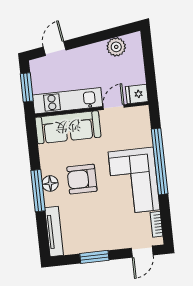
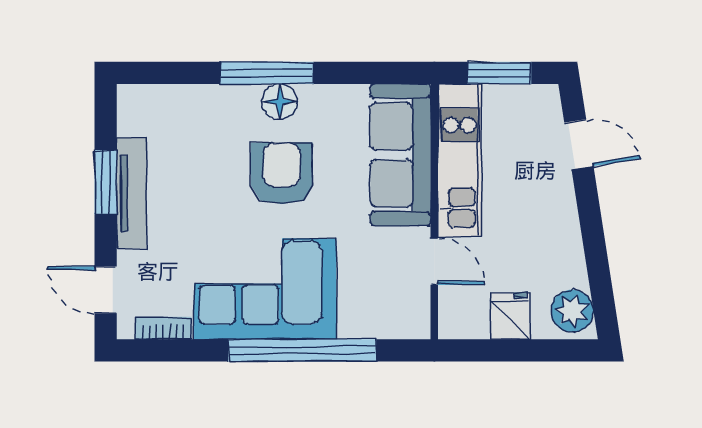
plant: (116, 47) -> (572, 311), moved
fridge: (137, 94) -> (510, 316), moved
tv unit: (54, 232) -> (131, 193), moved, turned -90

